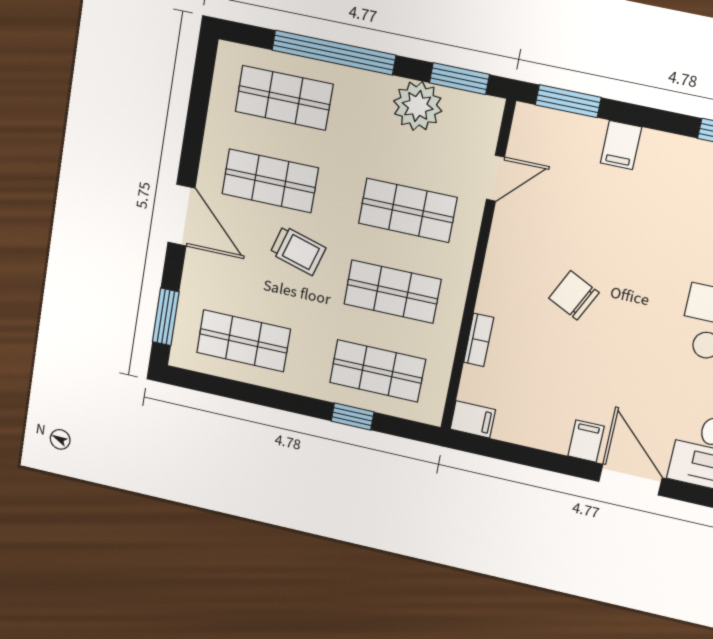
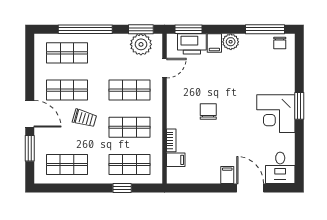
plant: (418, 106) -> (141, 44), moved
printer: (569, 136) -> (192, 44), added
plant: (659, 150) -> (231, 42), added
chair: (574, 295) -> (208, 111), turned 64
window: (166, 317) -> (30, 148), moved
filing cabinet: (473, 419) -> (176, 160), moved

